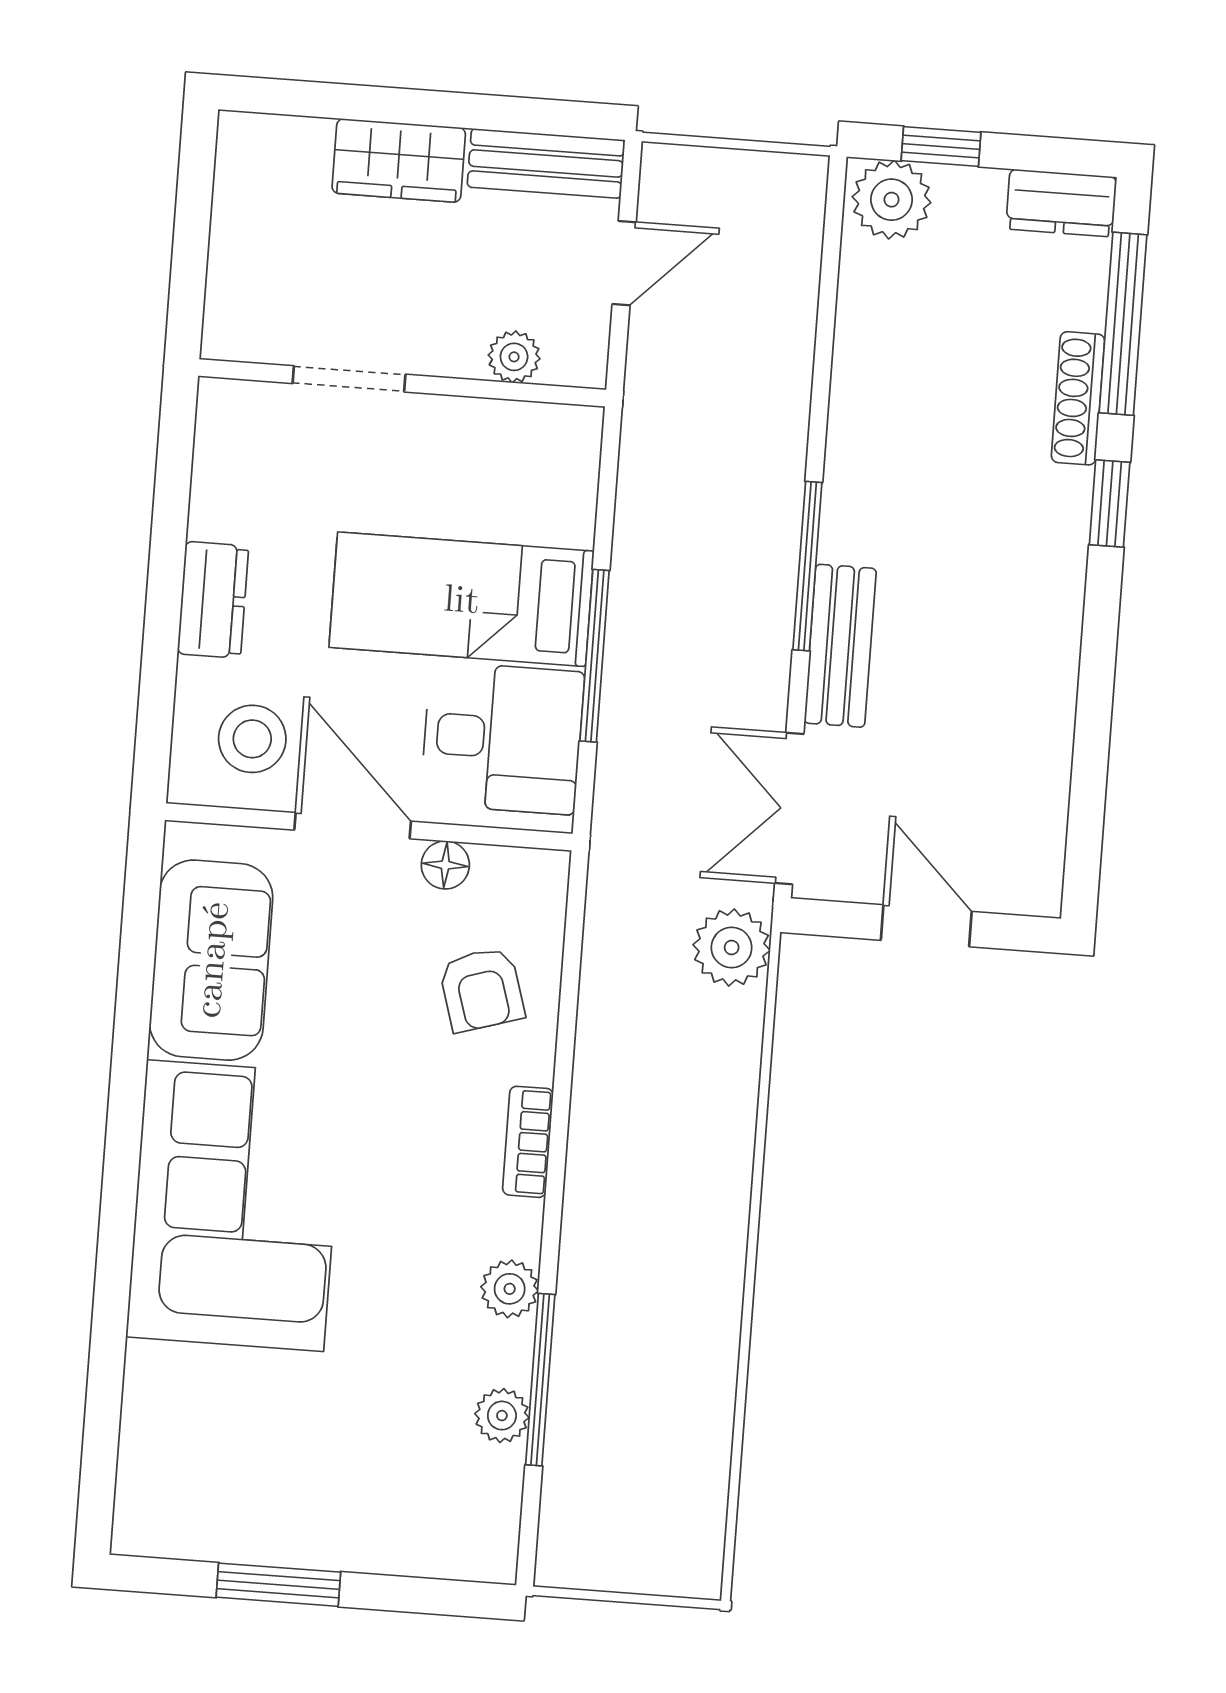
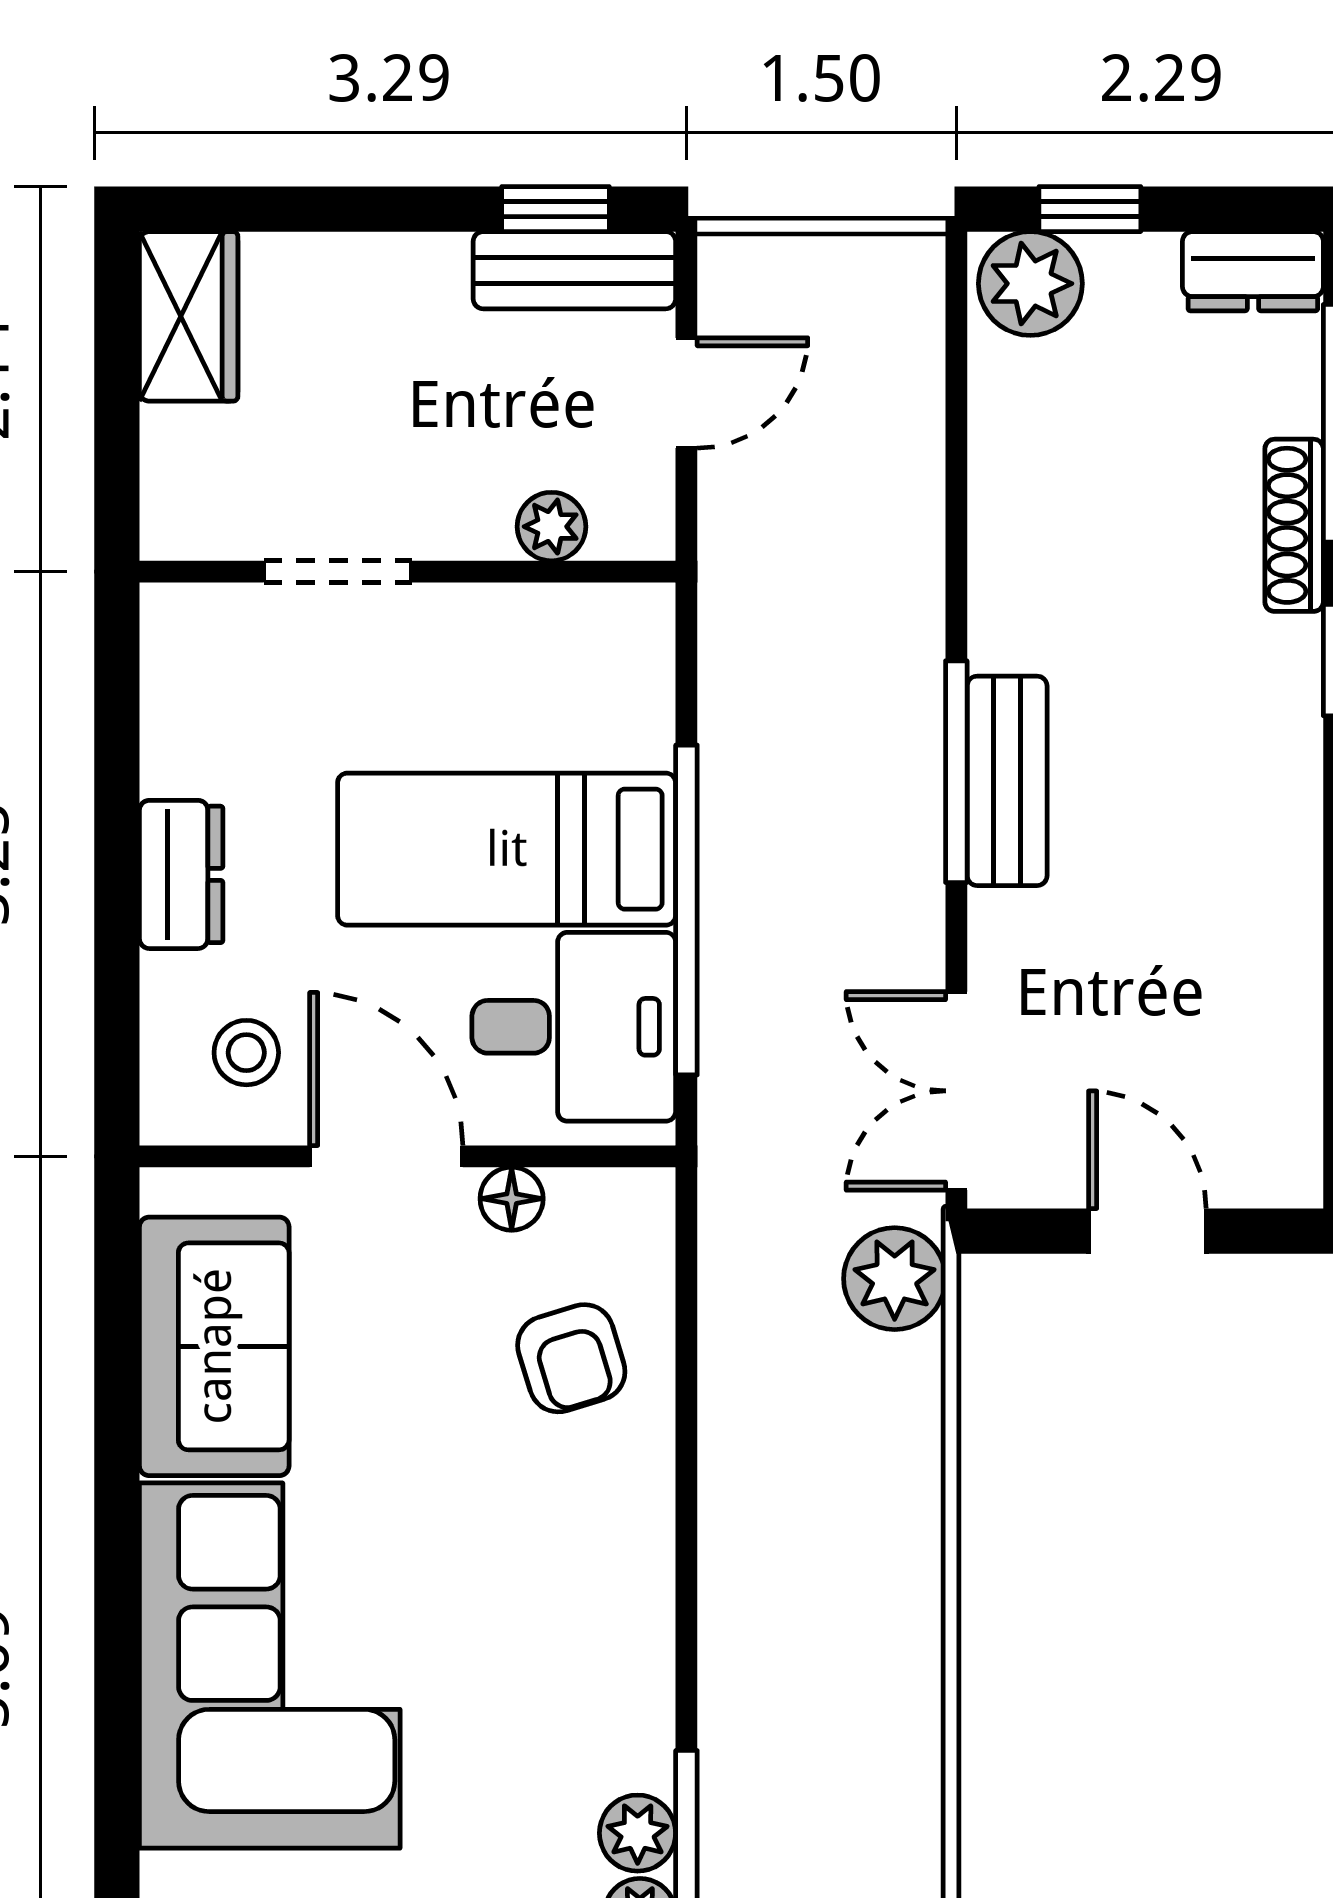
window: (535, 116) -> (556, 209), added
wardrobe: (399, 160) -> (189, 316), moved, turned -90
bench: (840, 646) -> (1007, 781), moved
window: (595, 656) -> (686, 910), width x1.46
stool: (252, 739) -> (246, 1053), width x0.73, depth x0.73
bookcase: (528, 1142) -> (647, 1553), removed
plant: (510, 1289) -> (638, 1833), moved

